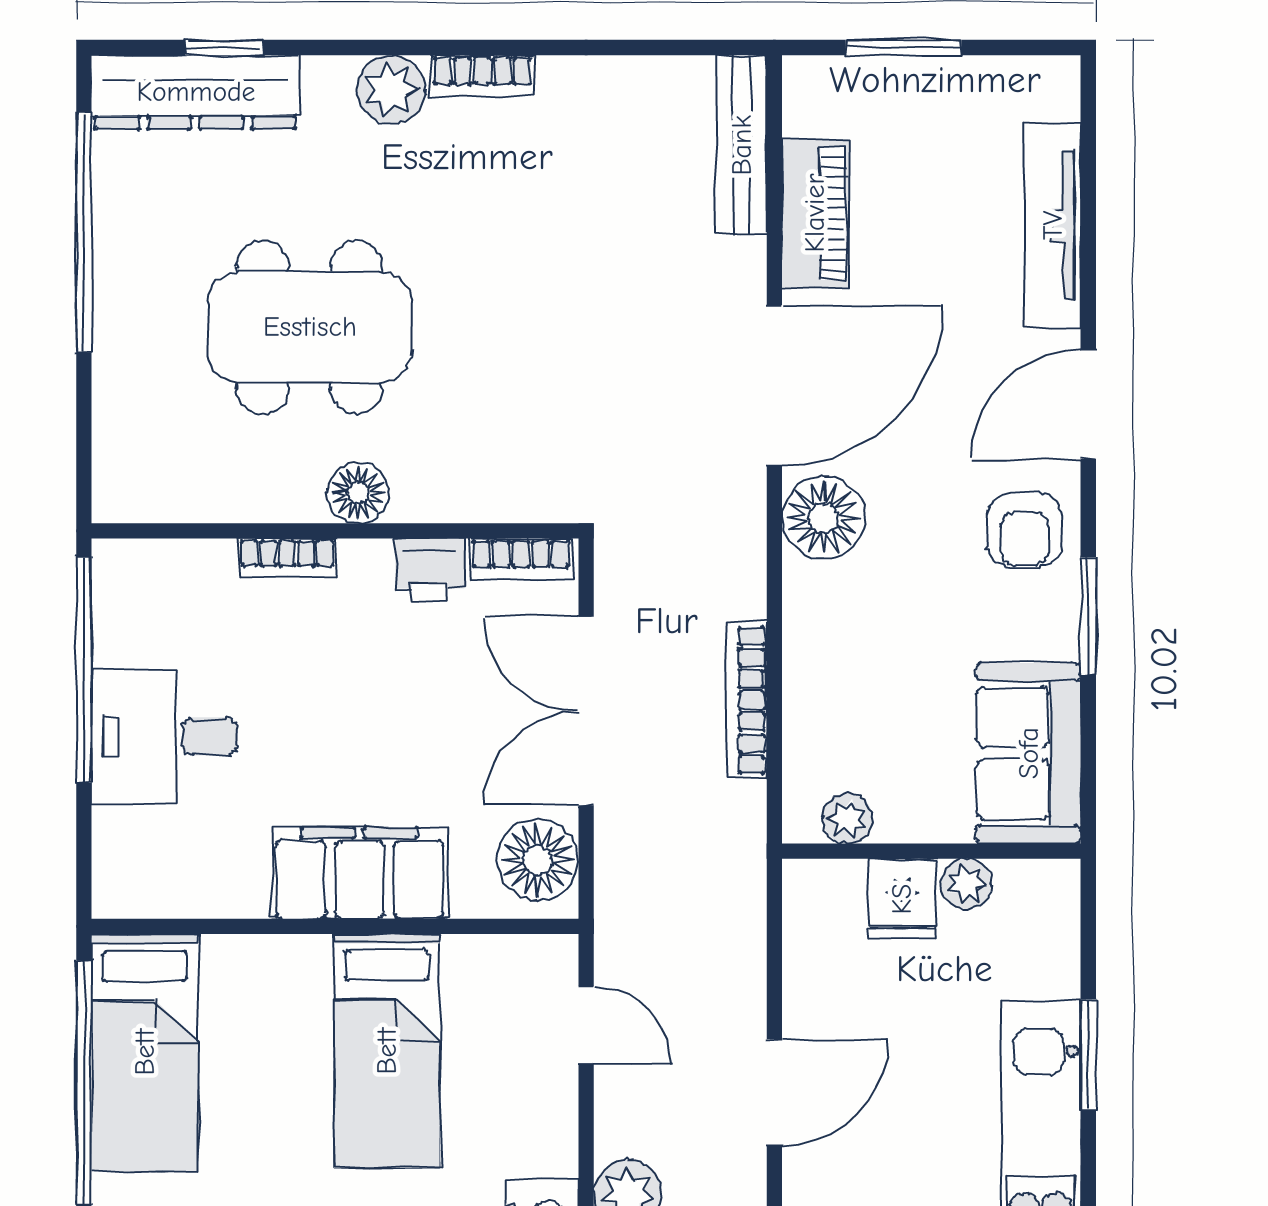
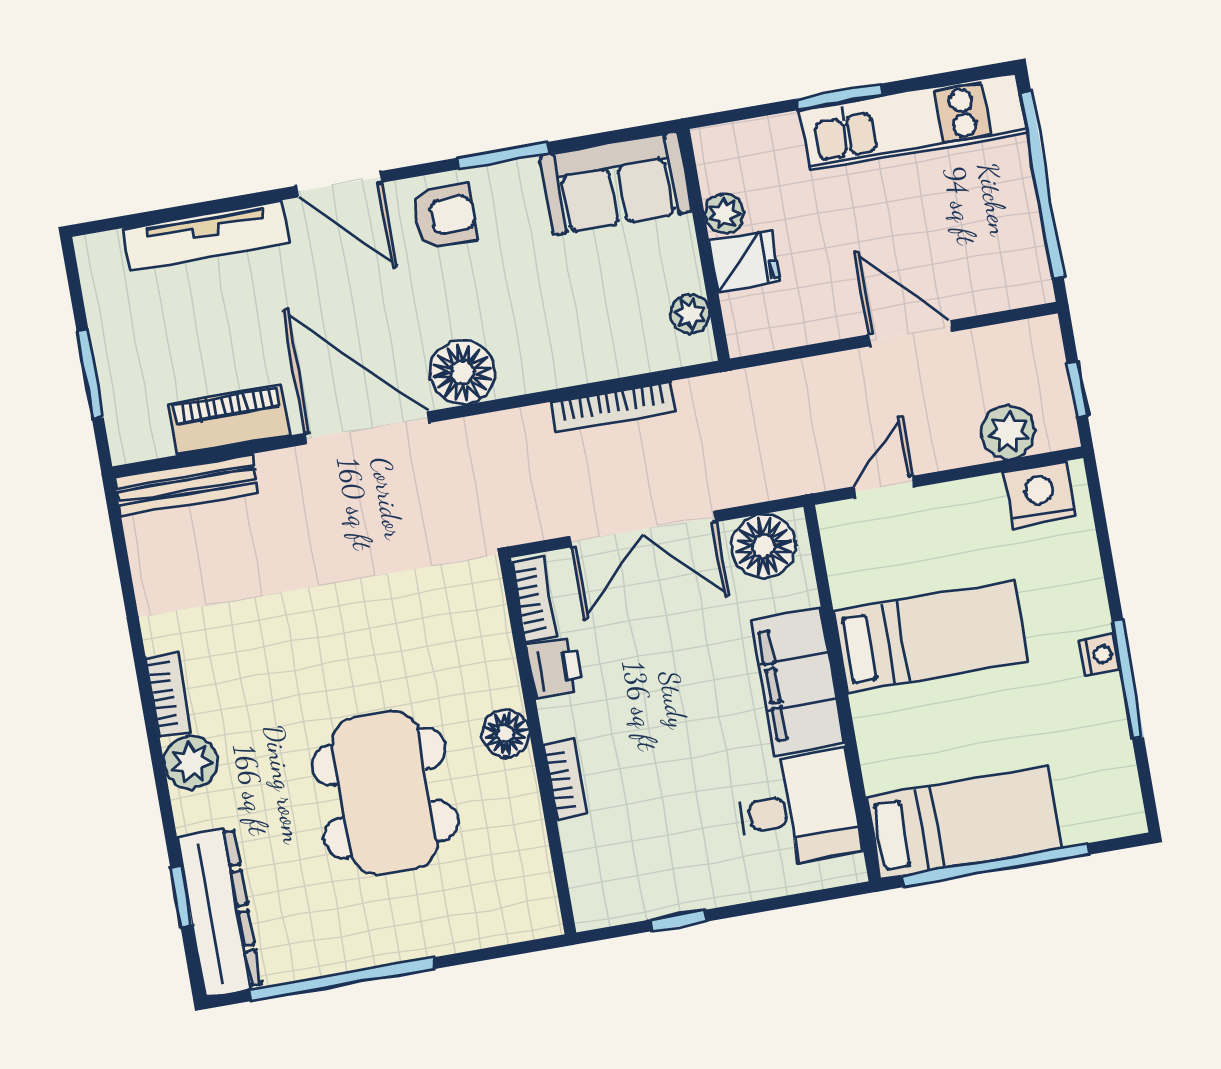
window: (84, 670) -> (678, 921), width x0.32
desk: (164, 736) -> (798, 809), moved, turned -90

